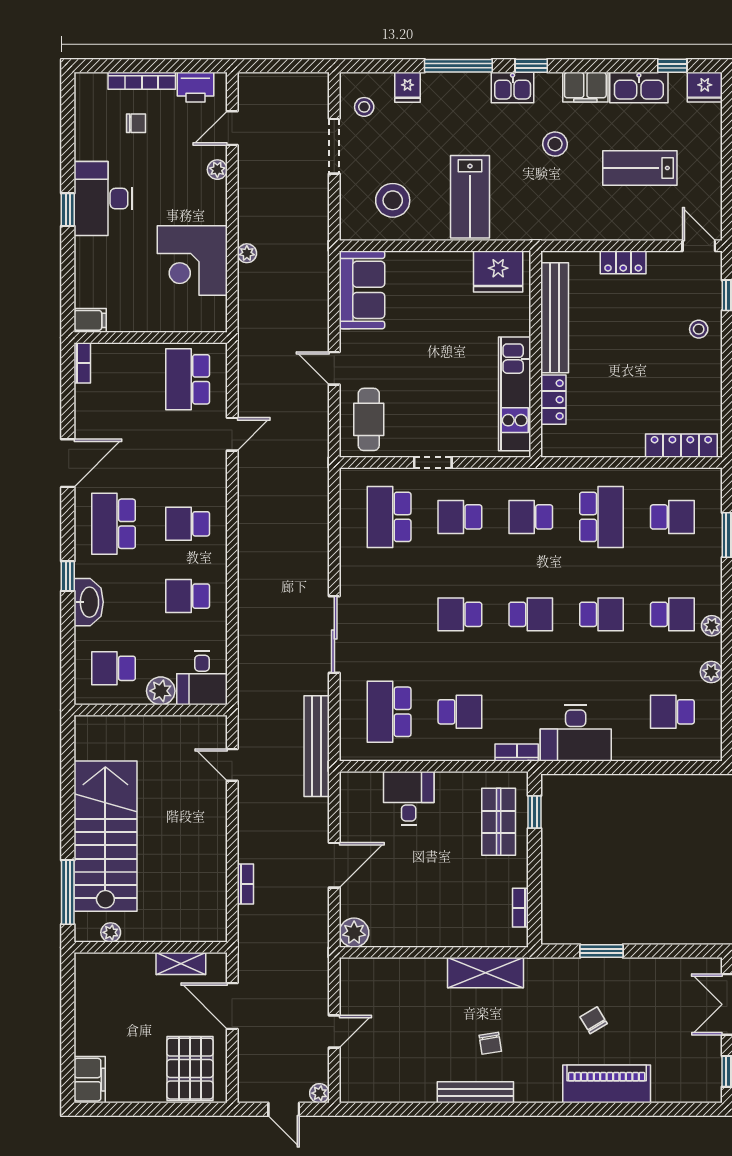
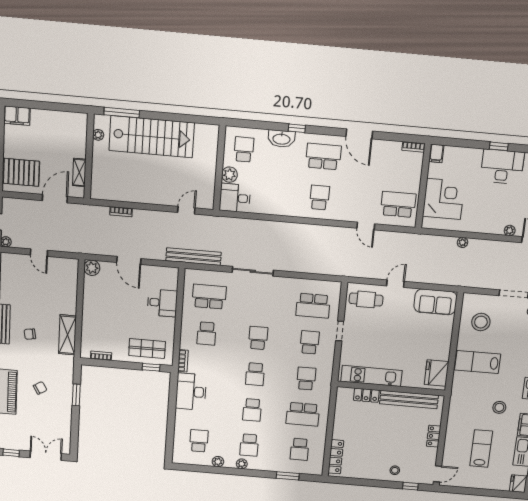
corner desk: (192, 261) -> (444, 199), moved, turned 90
school desk: (389, 517) -> (313, 306), turned 180
school desk: (188, 596) -> (280, 194), removed

